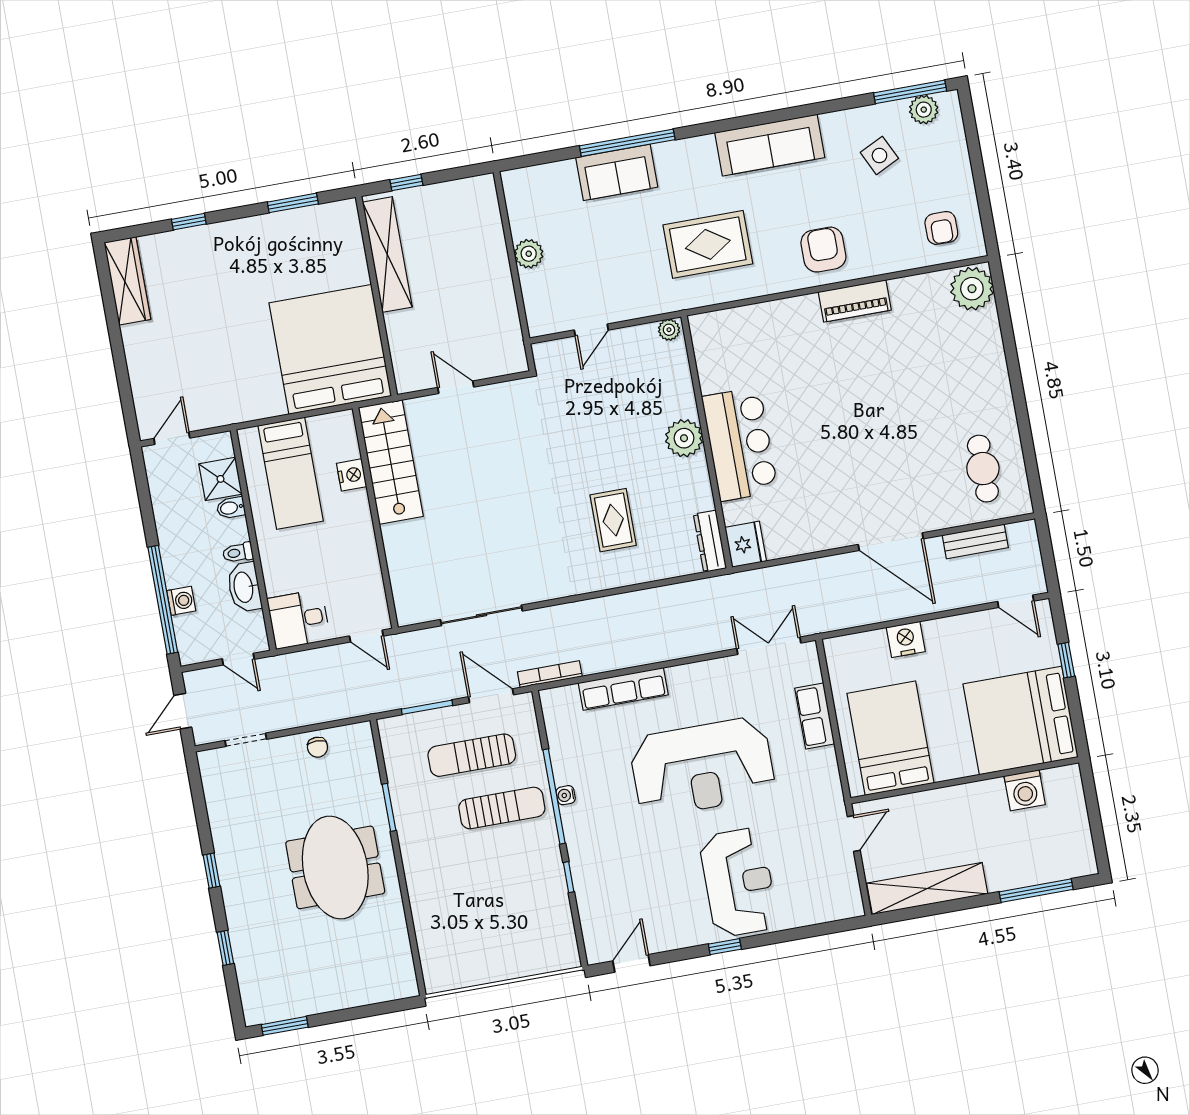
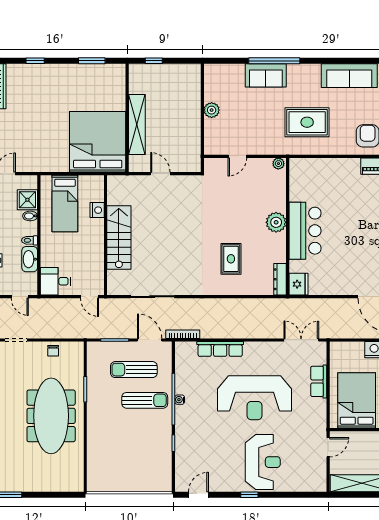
shelving: (387, 255) -> (137, 125), moved
stairs: (391, 462) -> (119, 238), moved
meeting table: (335, 867) -> (51, 416), width x1.36

